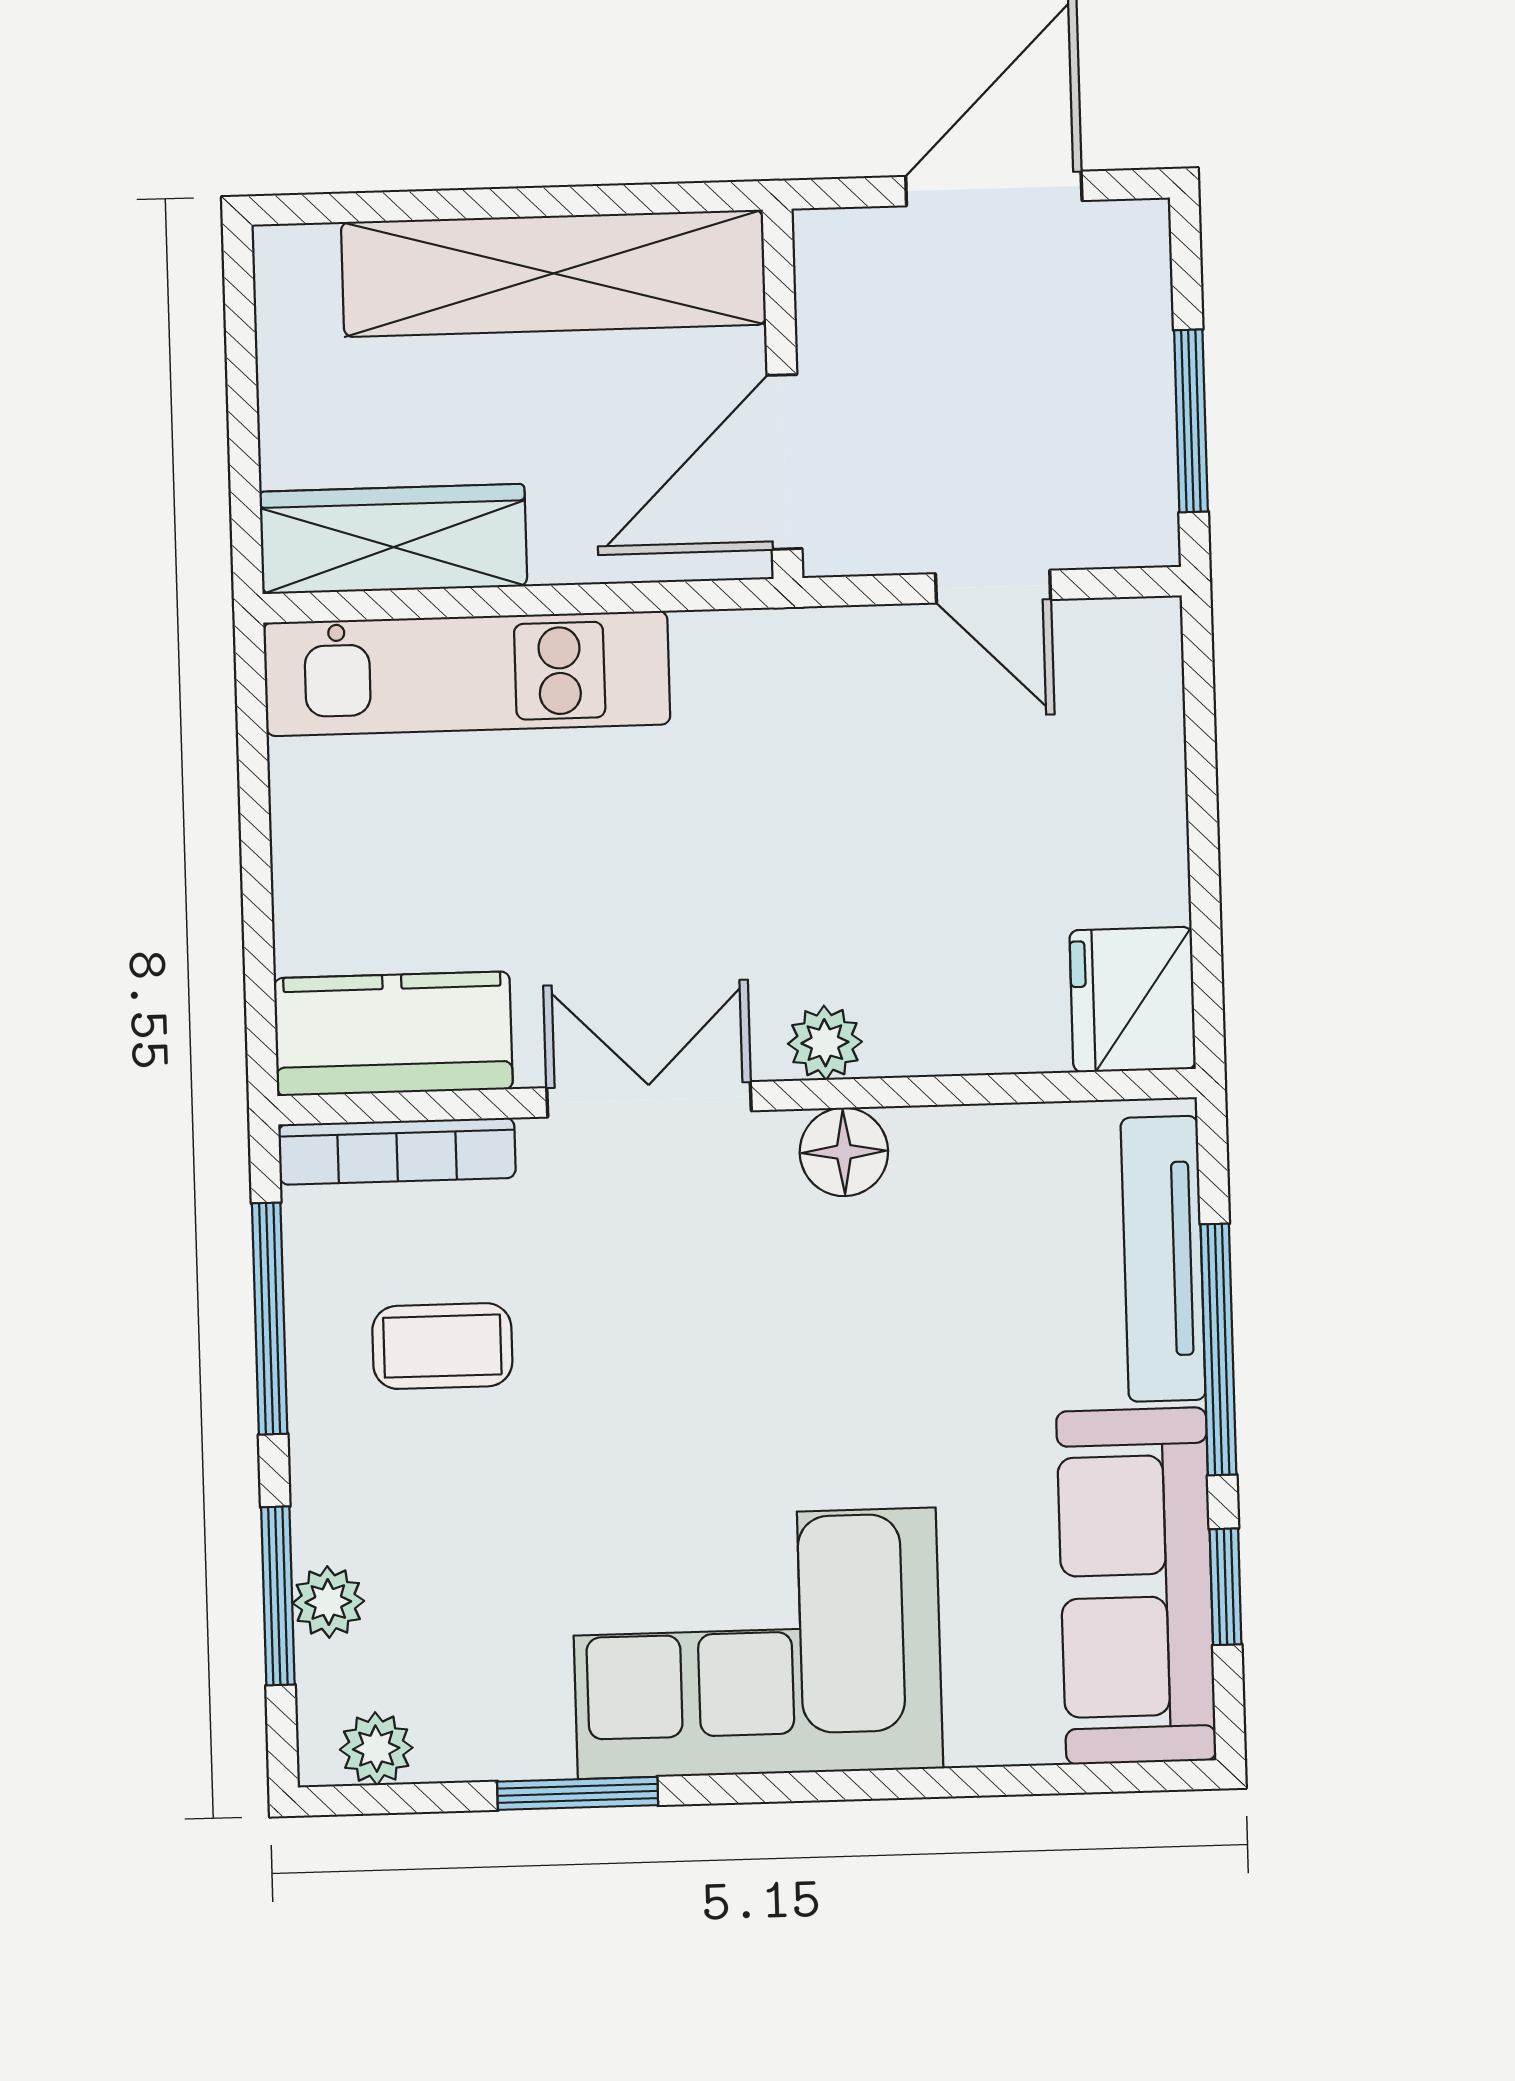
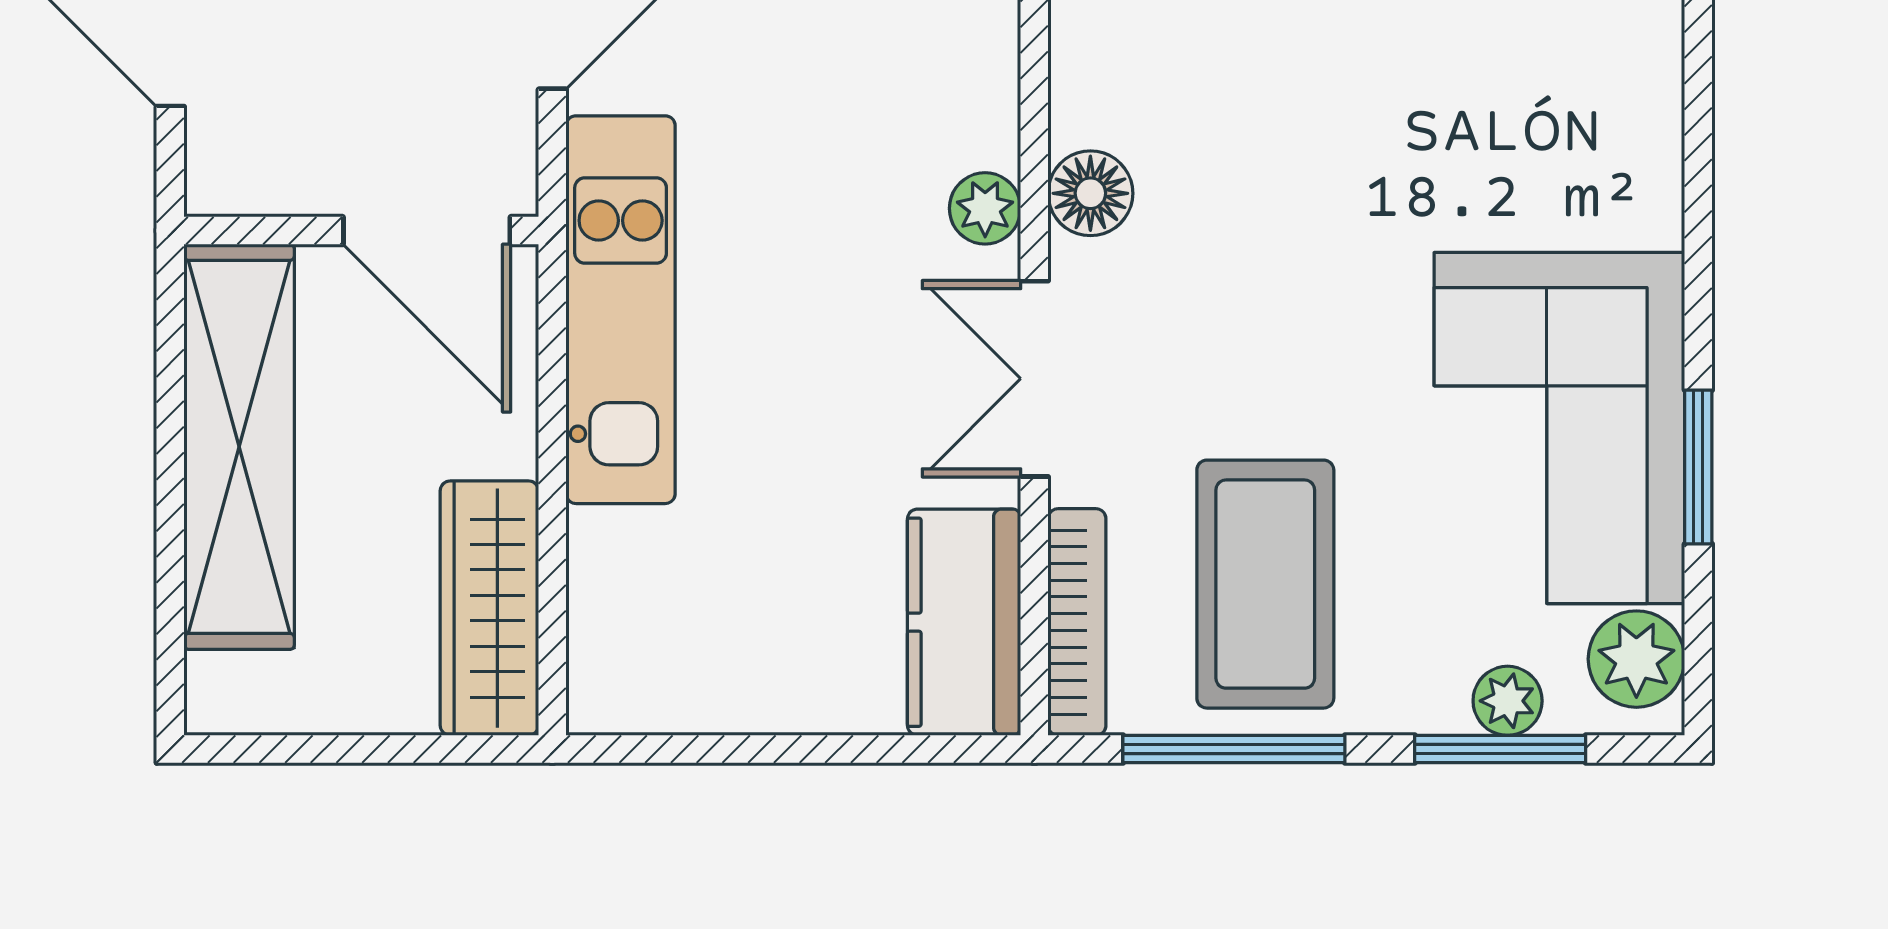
kitchen unit: (467, 673) -> (621, 310), moved
coffee table: (442, 1346) -> (1265, 584), width x1.86, depth x1.72
corner sofa: (757, 1643) -> (1559, 428), moved
plant: (376, 1749) -> (1636, 659), width x1.38, depth x1.38

